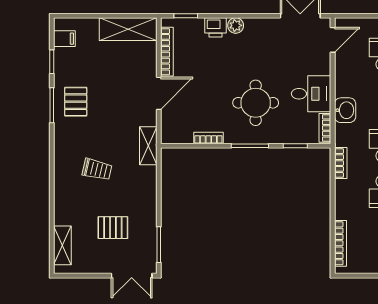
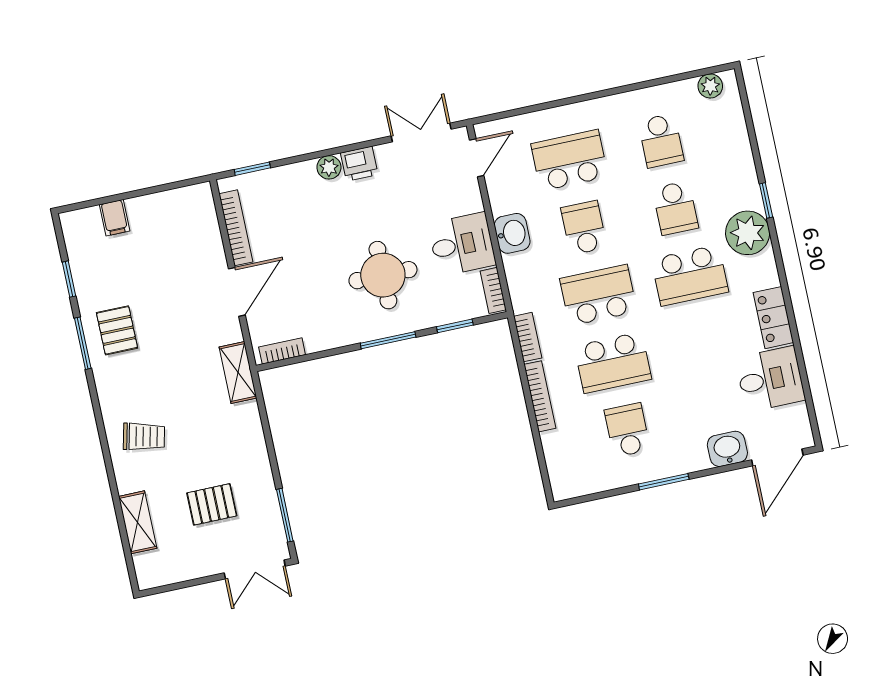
printer: (216, 27) -> (359, 164), moved
shelving: (128, 29) -> (171, 207), removed
filing cabinet: (64, 39) -> (115, 218), moved, turned 90
washbasin: (345, 110) -> (512, 233), moved
bookcase: (208, 138) -> (282, 351), moved
trolley: (97, 169) -> (144, 437), moved
bookcase: (340, 243) -> (540, 396), moved
shelving: (62, 245) -> (138, 522), moved

